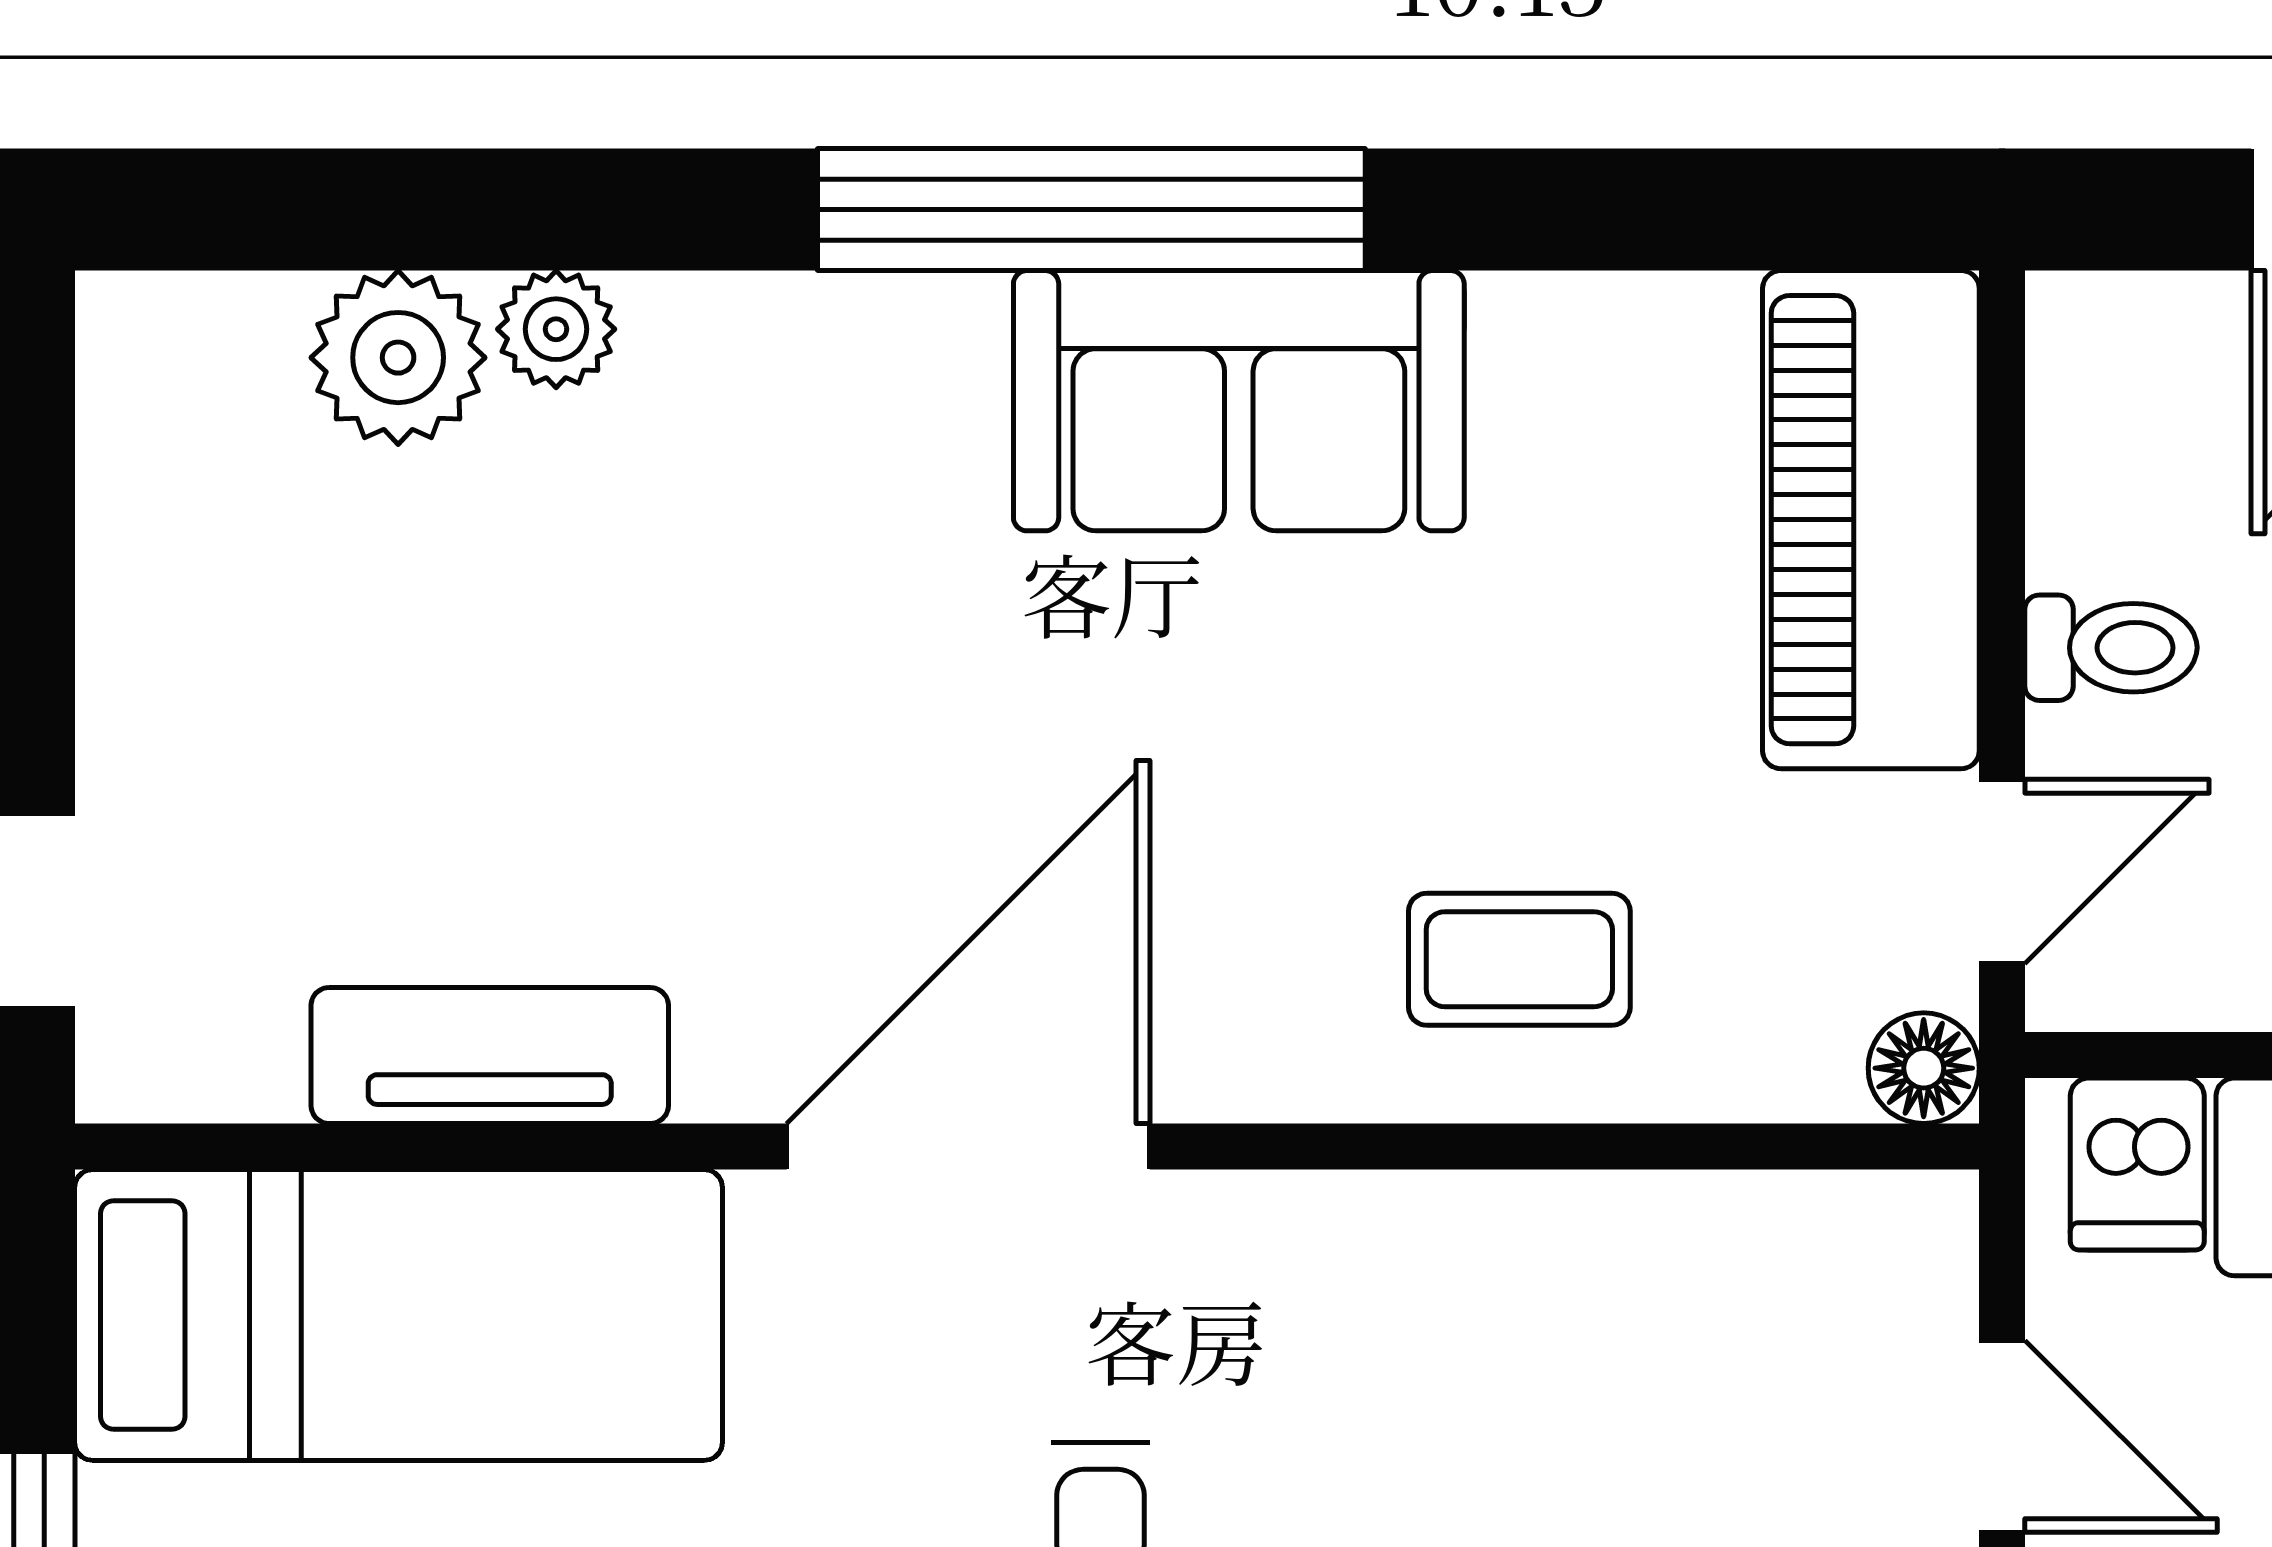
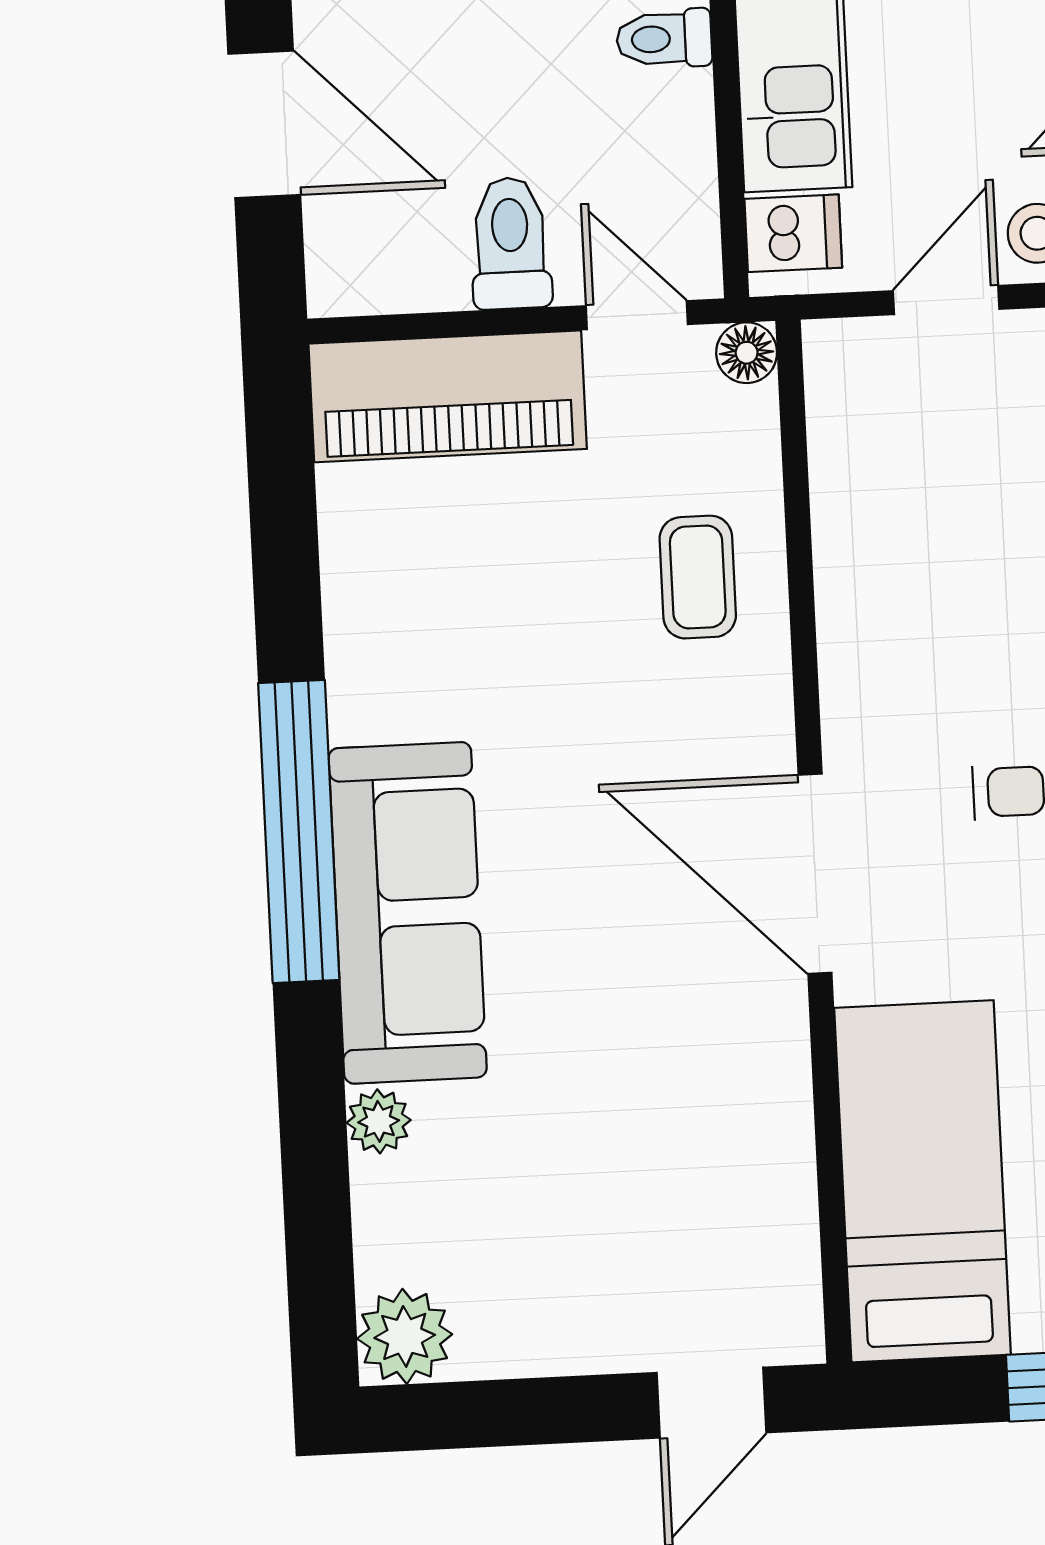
plant: (398, 358) -> (405, 1336), moved
sofa: (1239, 401) -> (408, 913), moved, width x1.36
toilet: (2111, 648) -> (510, 243), width x1.37, depth x1.39
tv unit: (490, 1055) -> (778, 1138), removed

